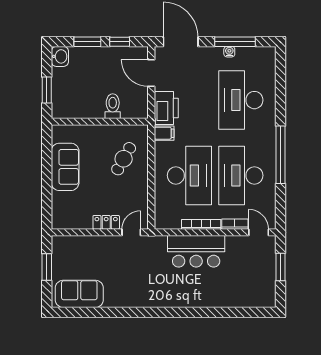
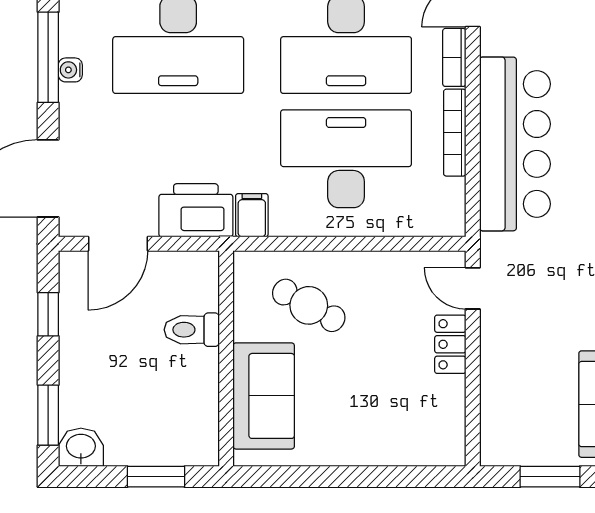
window: (87, 42) -> (48, 415), moved
sofa: (65, 167) -> (264, 396), moved, turned 90
bar counter: (196, 251) -> (515, 144), width x1.36

